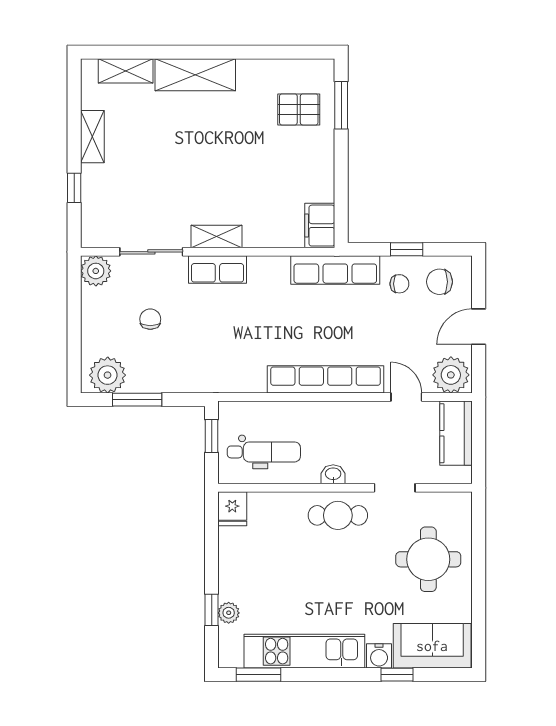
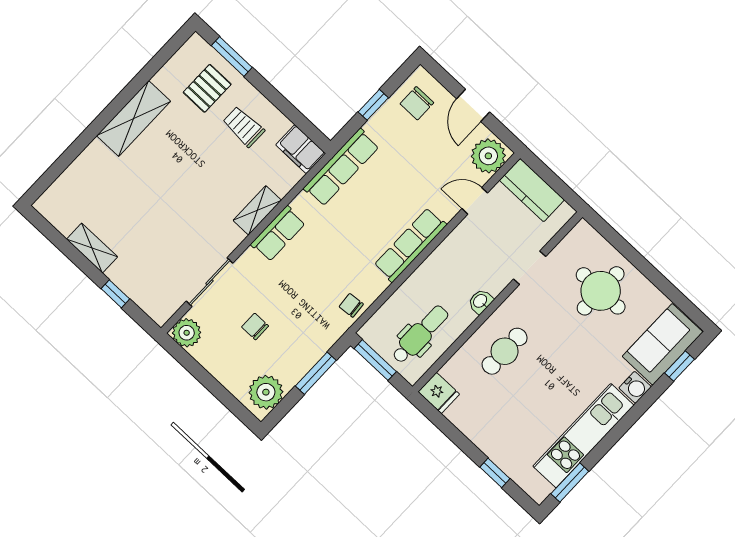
shelving: (126, 71) -> (68, 183), removed
shelving: (195, 75) -> (134, 118), moved
trolley: (296, 165) -> (244, 127), added
shelving: (216, 237) -> (257, 210), moved
row of seats: (217, 270) -> (278, 234), moved
chair: (399, 284) -> (351, 305), moved, turned -95
row of seats: (326, 379) -> (410, 245), width x0.73
window: (137, 400) -> (316, 373), moved
window: (212, 436) -> (375, 360), width x1.50
cafe table: (338, 515) -> (505, 351), moved
plant: (229, 613) -> (508, 463), removed
window: (397, 675) -> (680, 366), moved

